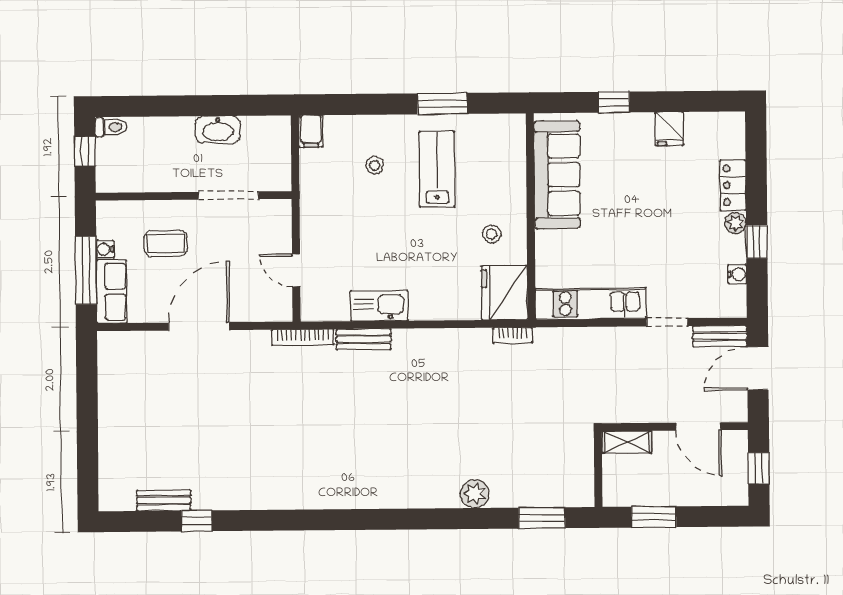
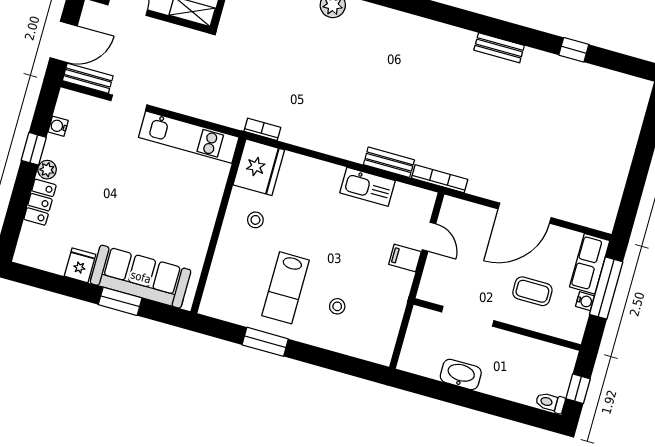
window: (614, 102) -> (120, 301), width x1.50
filing cabinet: (311, 131) -> (405, 258), moved, turned -90
sofa: (557, 175) -> (141, 277), moved, turned 90
bench: (164, 500) -> (499, 48), moved

